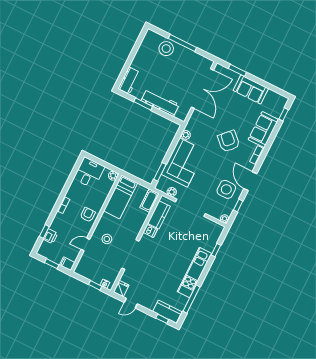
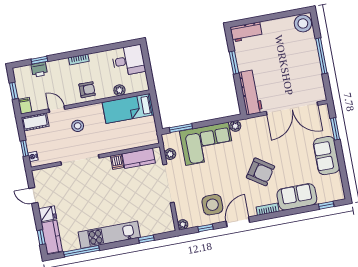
stool: (166, 49) -> (303, 23), moved
workbench: (160, 103) -> (251, 92), moved
armchair: (229, 141) -> (260, 172), turned 80
plant: (113, 176) -> (119, 90), moved
cot: (149, 201) -> (35, 122), moved
fridge: (121, 289) -> (47, 214), moved

